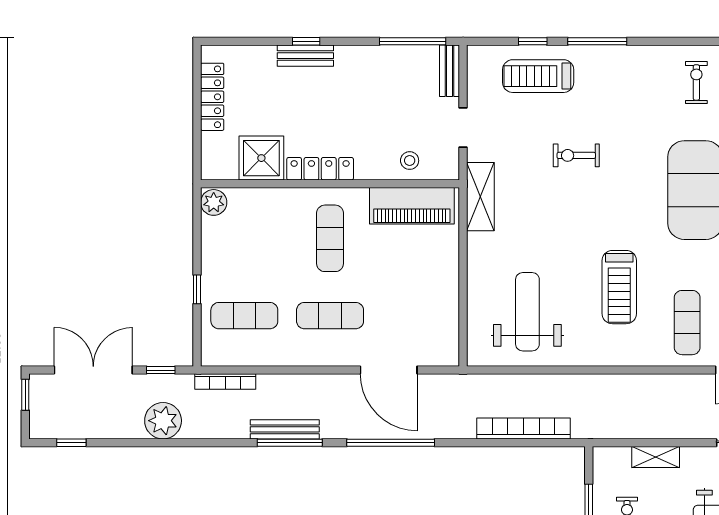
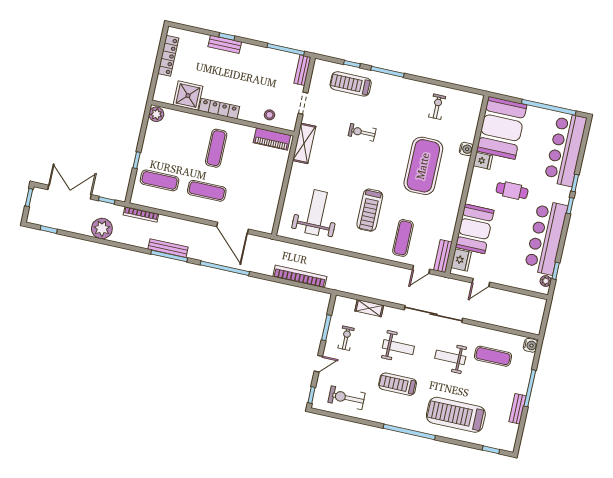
piano: (412, 206) -> (272, 139), width x0.73, depth x0.75

